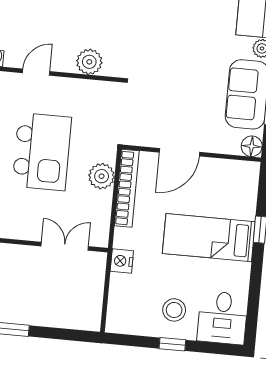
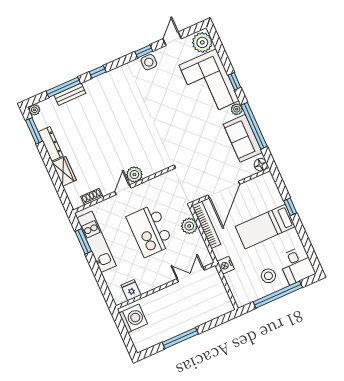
plant: (89, 62) -> (134, 174), moved
kitchen island: (42, 152) -> (150, 231), turned 180
door: (179, 152) -> (224, 190), width x1.36
window: (172, 344) -> (278, 295), width x3.17

